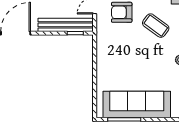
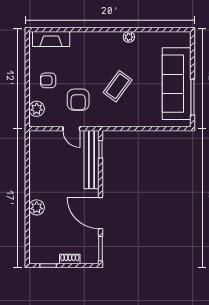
coffee table: (156, 26) -> (118, 86), moved

